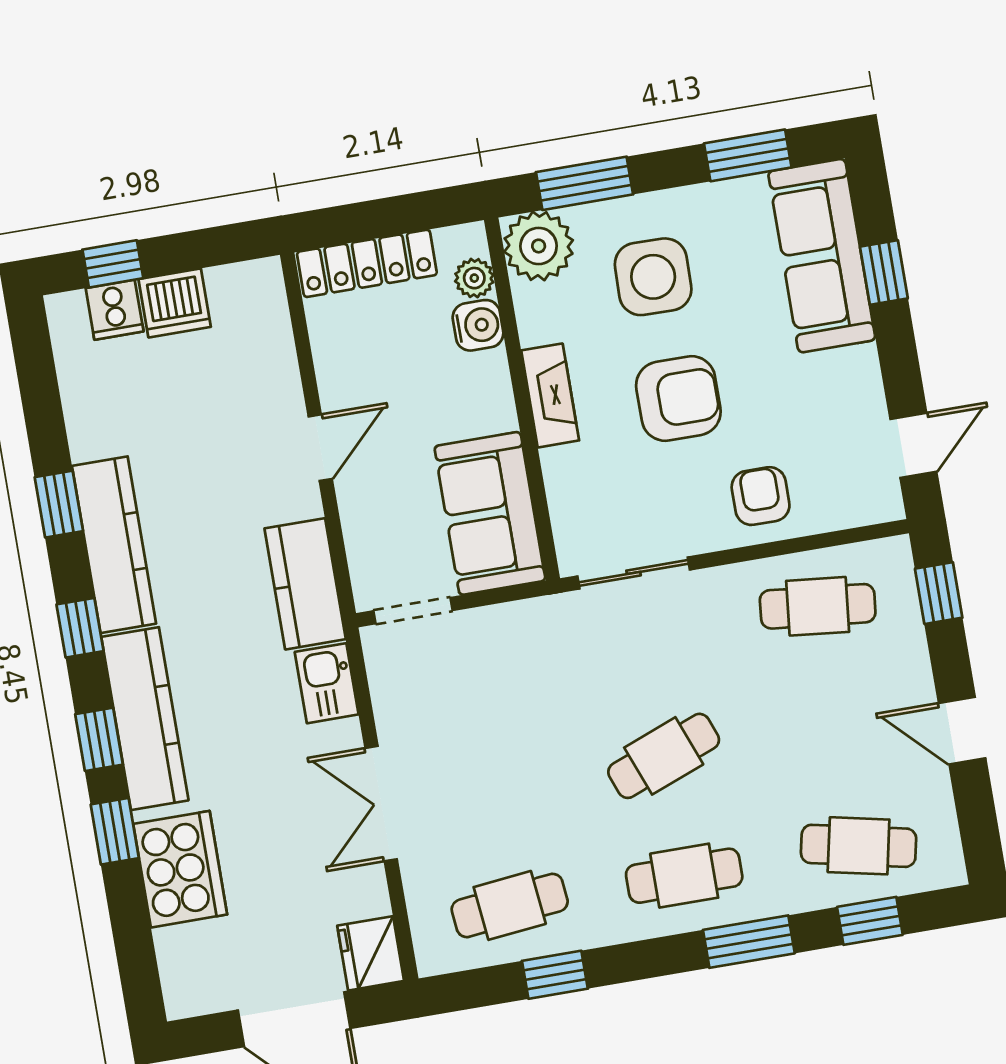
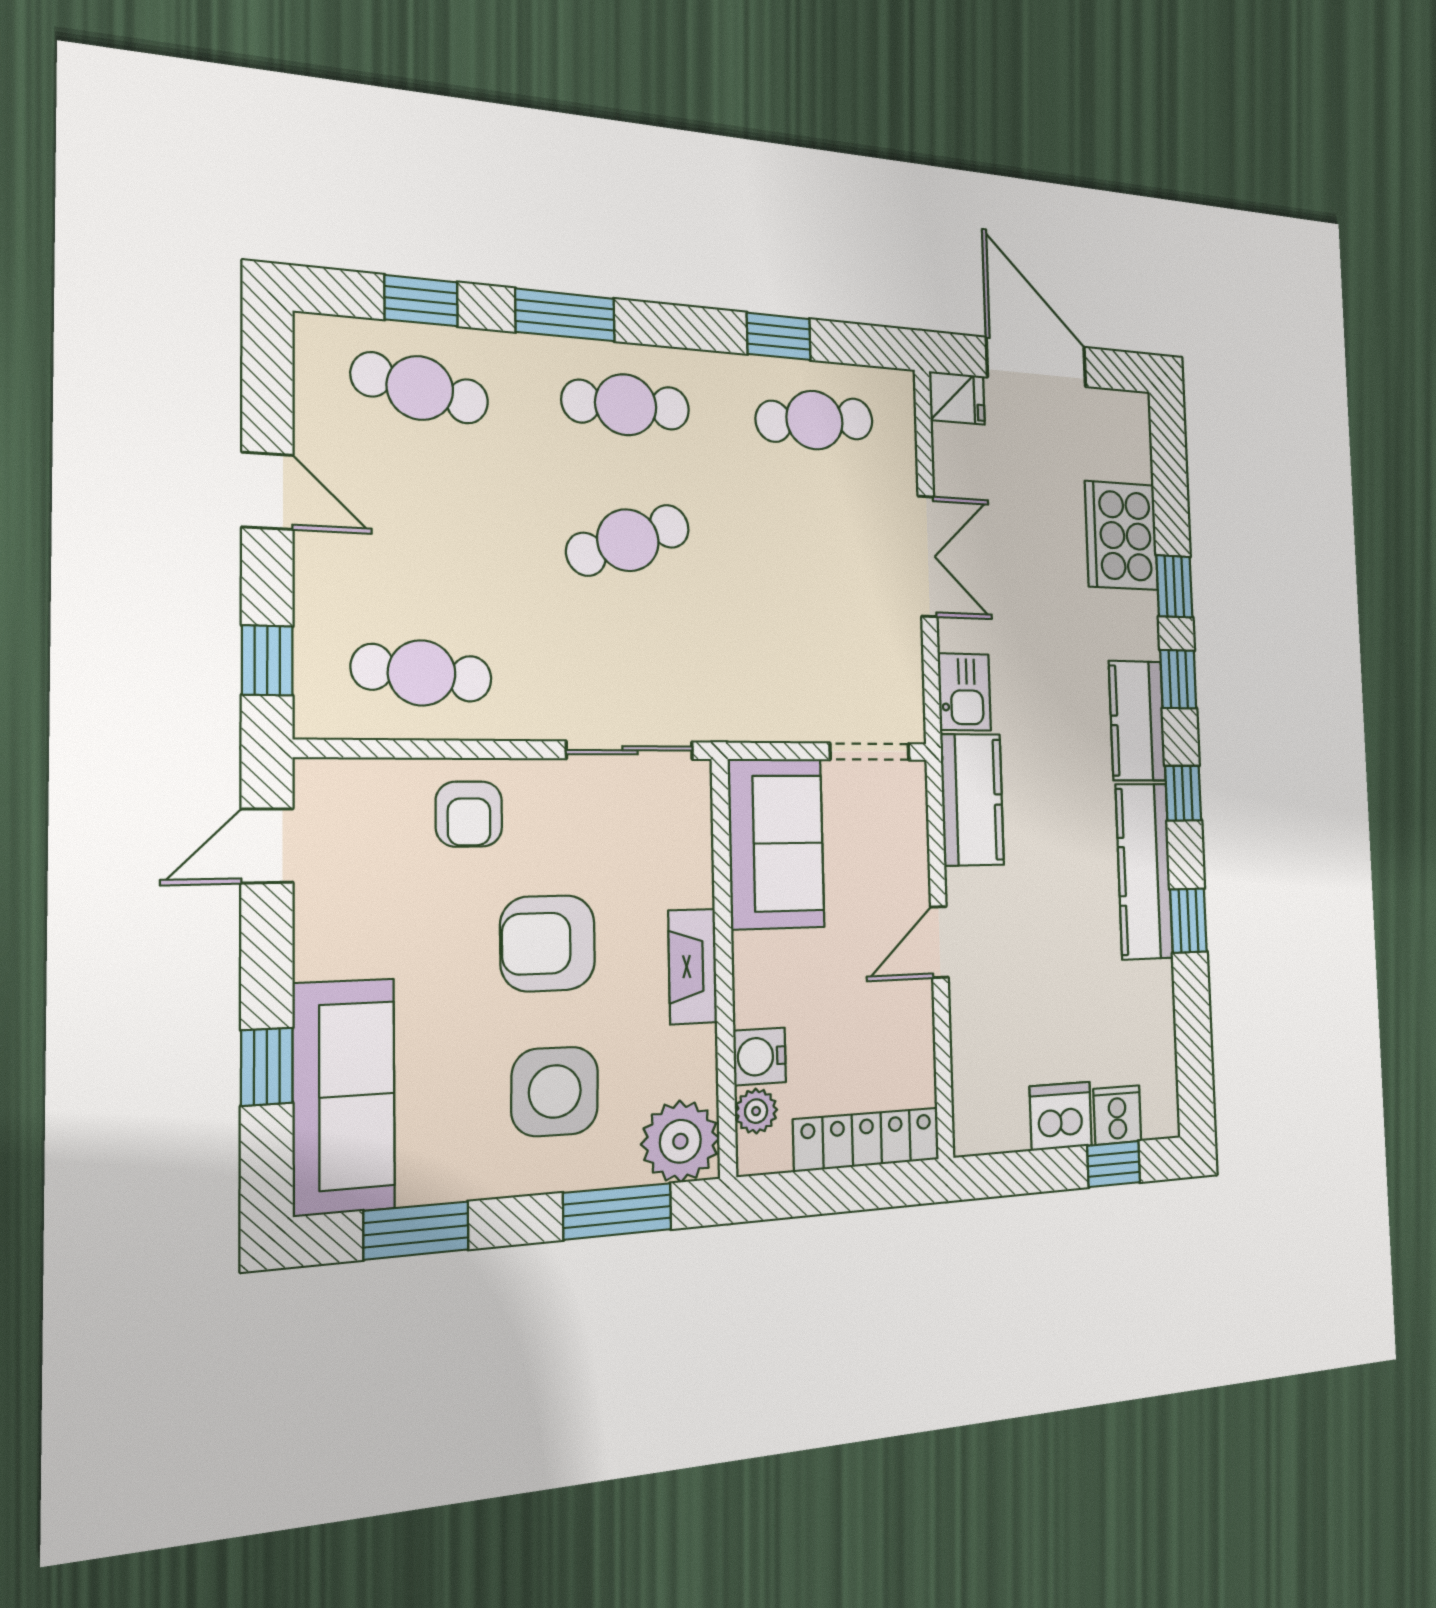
kitchen counter: (145, 719) -> (1137, 721), width x0.67
fridge: (371, 953) -> (957, 398), width x0.72

